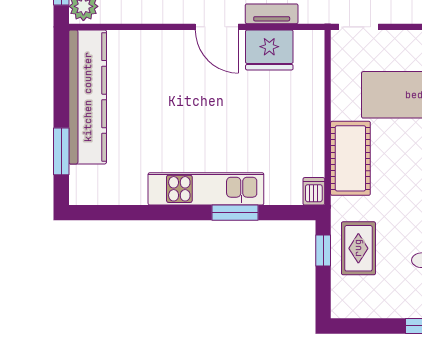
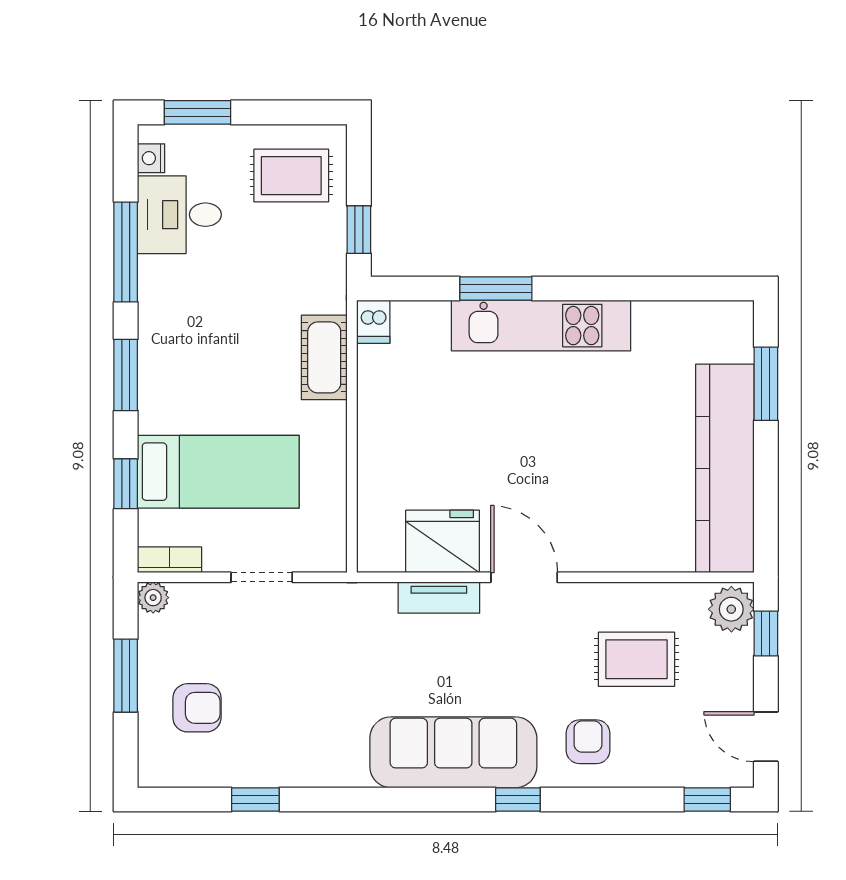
doorway: (359, 27) -> (262, 577), moved
cot: (350, 158) -> (324, 357), width x0.73, depth x0.75
rug: (358, 248) -> (291, 176), moved, turned 90

